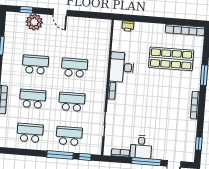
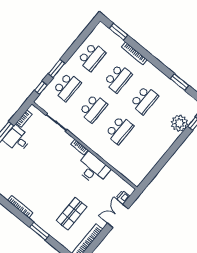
door: (60, 12) -> (173, 150), removed
double door: (146, 19) -> (118, 216), added
shop shelf: (171, 59) -> (72, 214), width x0.70, depth x0.74
window: (60, 155) -> (57, 69), width x0.69

